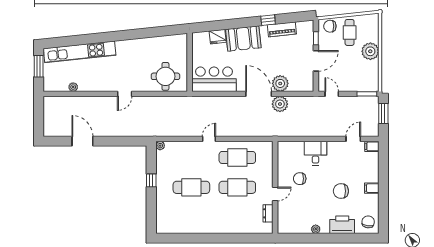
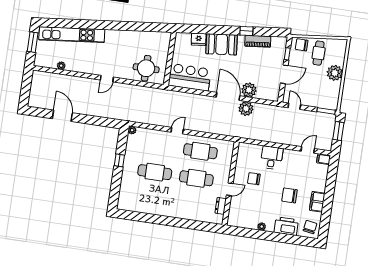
filing cabinet: (372, 188) -> (317, 202), width x2.00

